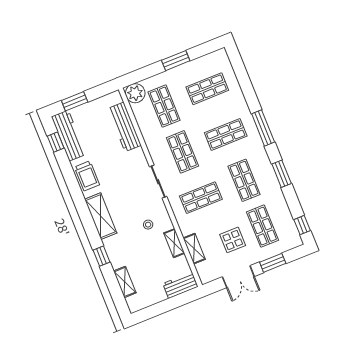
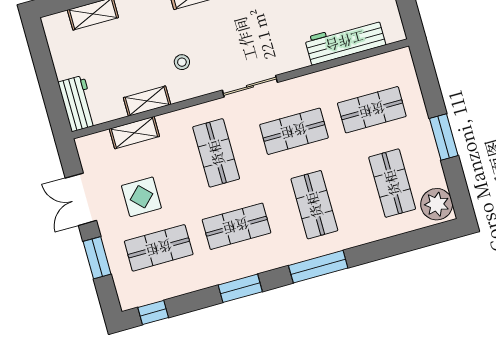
plant: (135, 93) -> (437, 204), moved

